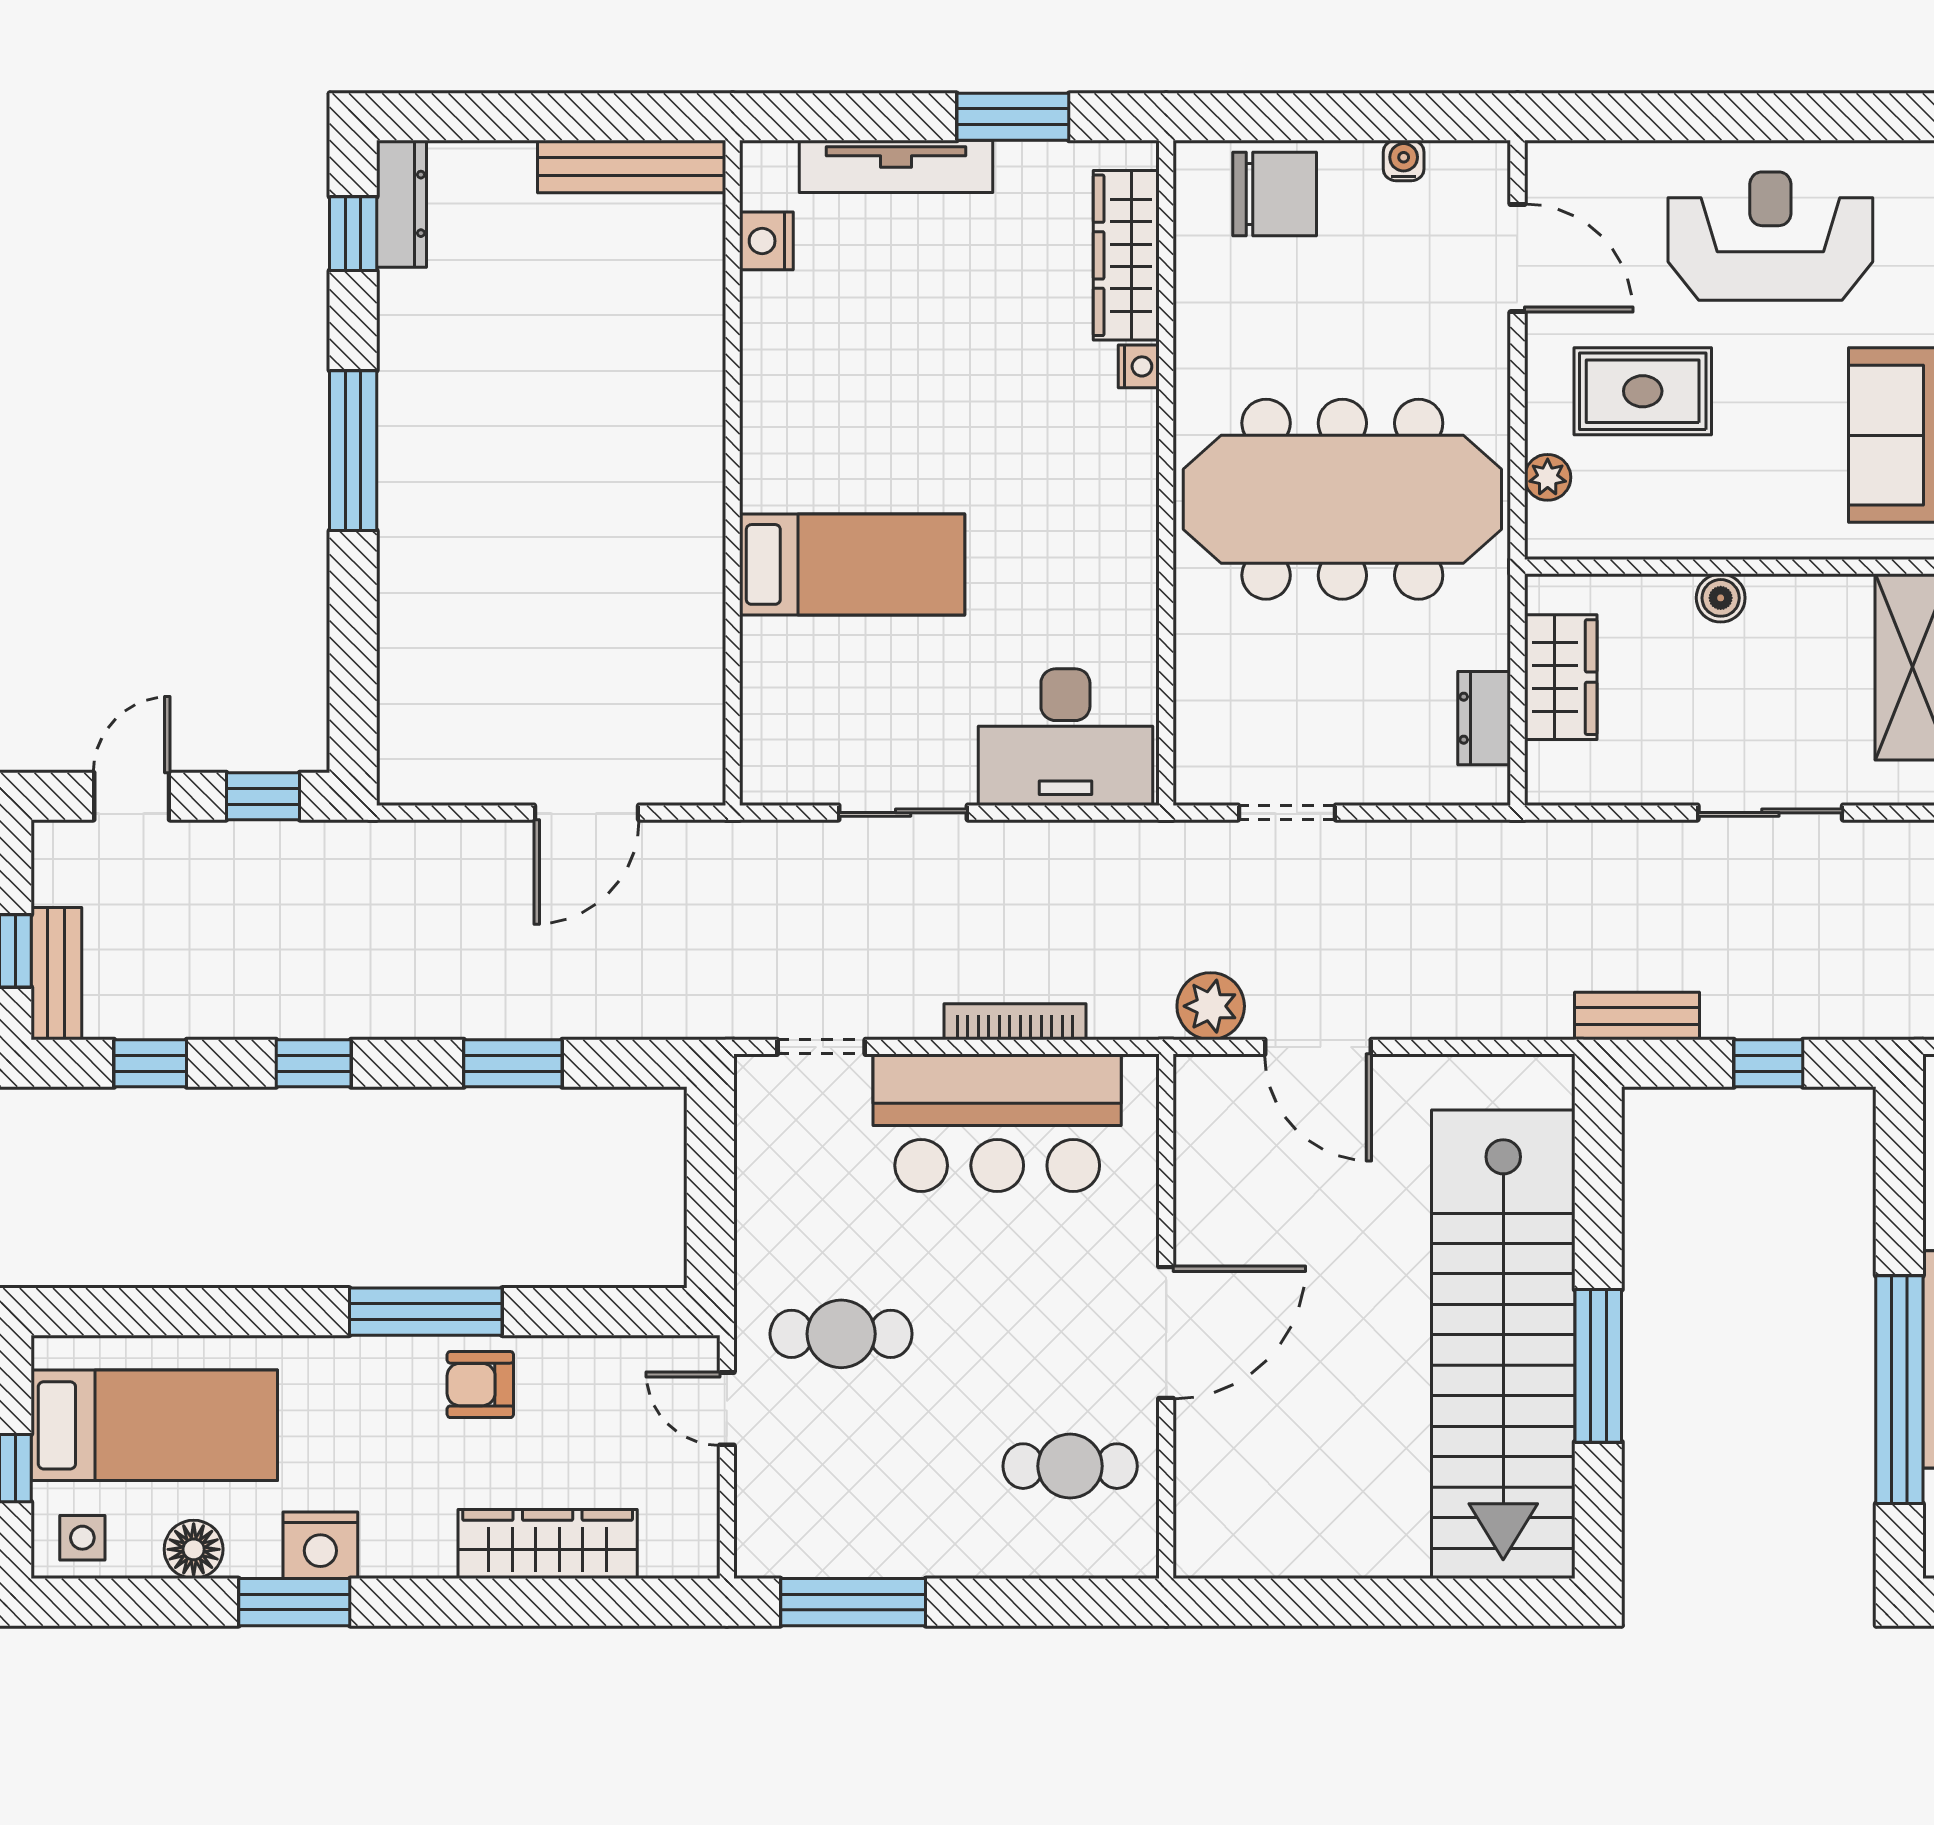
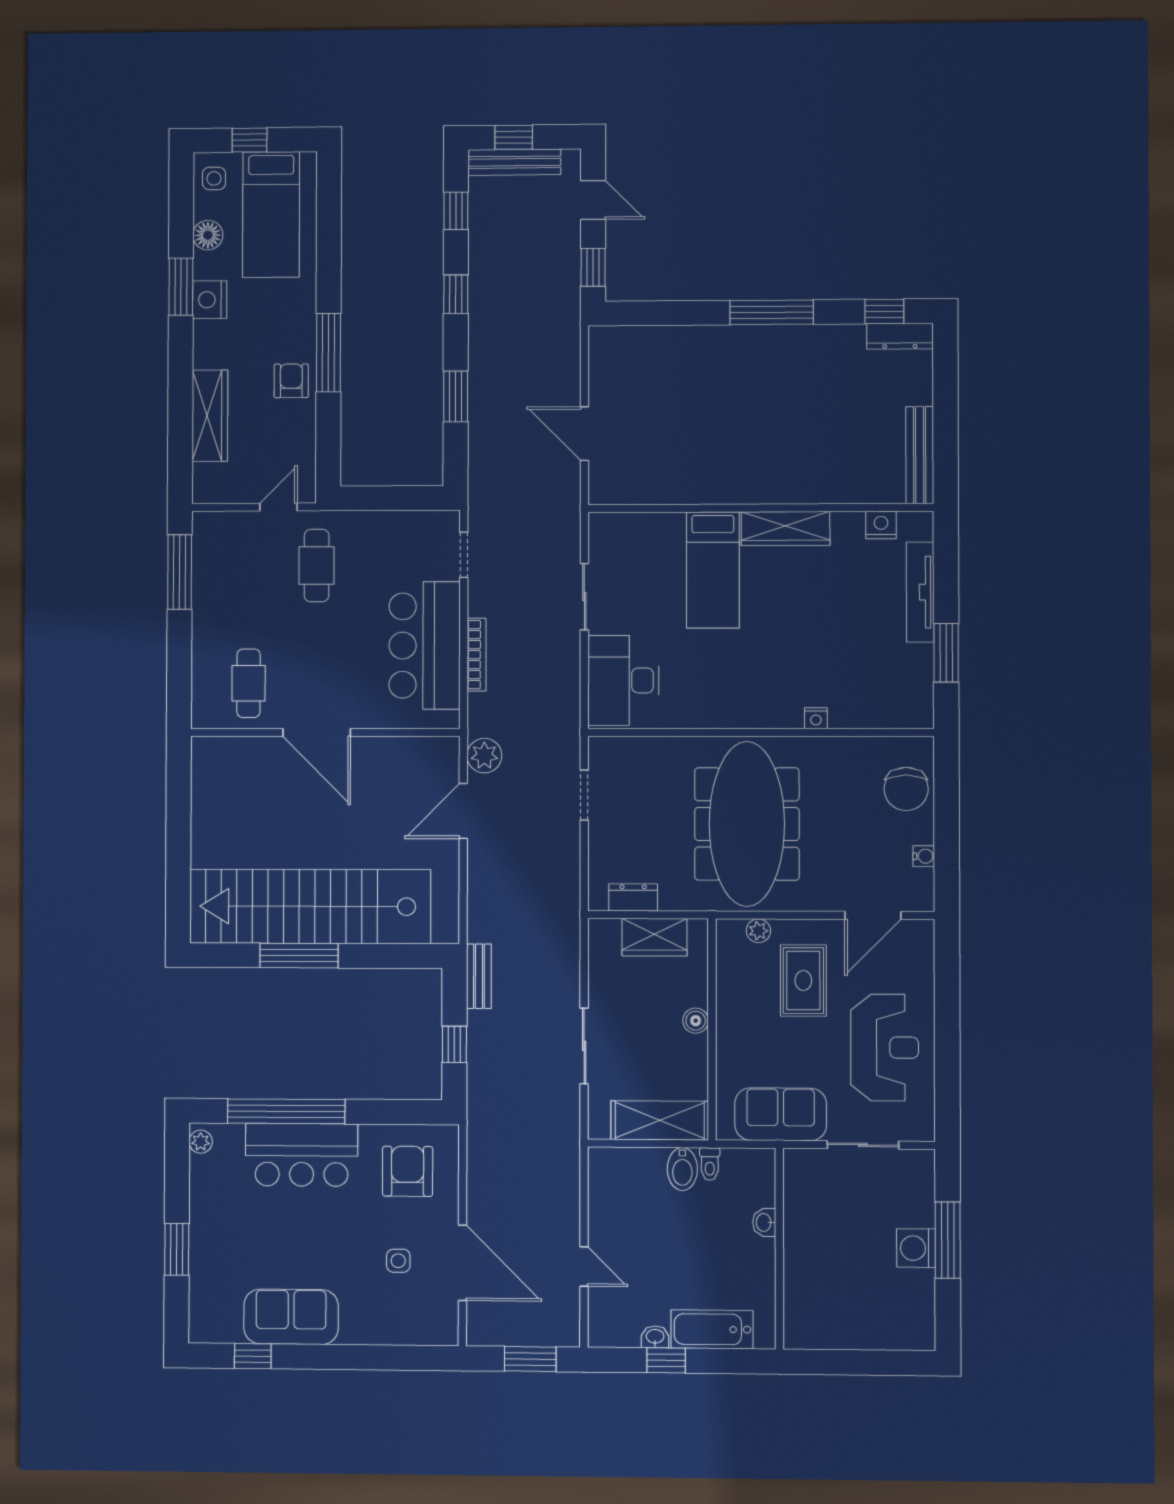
wardrobe: (1126, 255) -> (786, 529), moved, turned 180
bench: (56, 974) -> (514, 162), width x1.36

